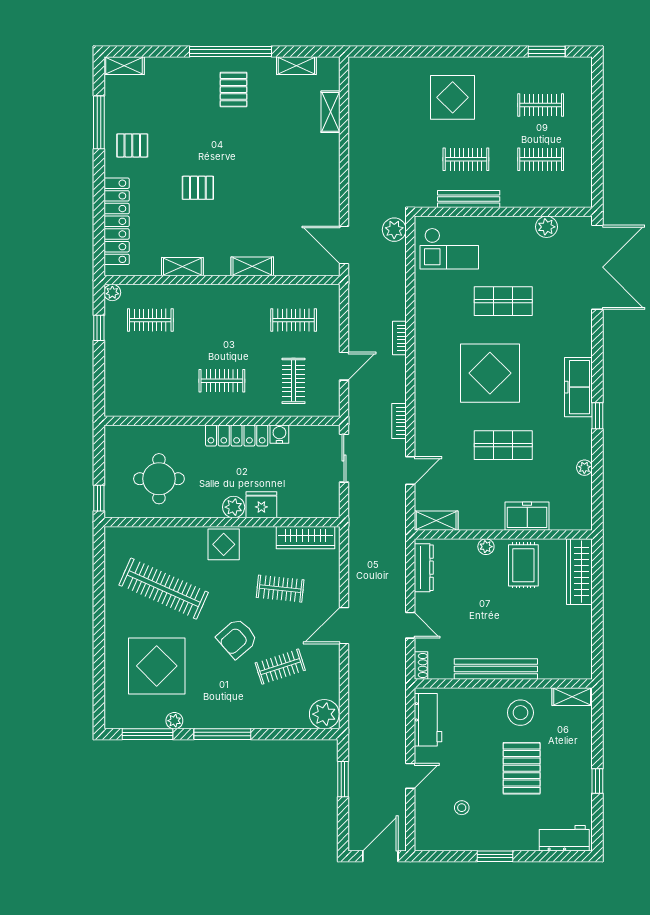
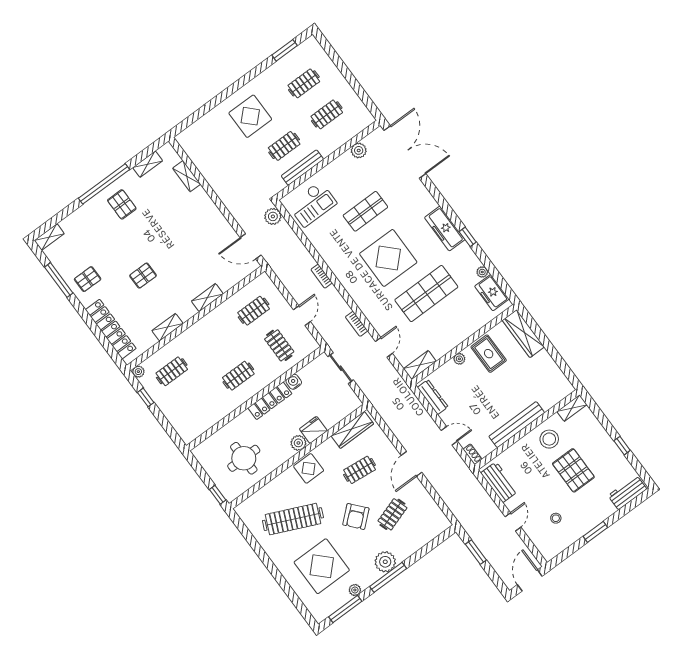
shop shelf: (503, 445) -> (426, 294), width x1.43, depth x1.36
freezer: (527, 516) -> (492, 293), moved, turned -90
plant: (324, 714) -> (385, 562), moved

